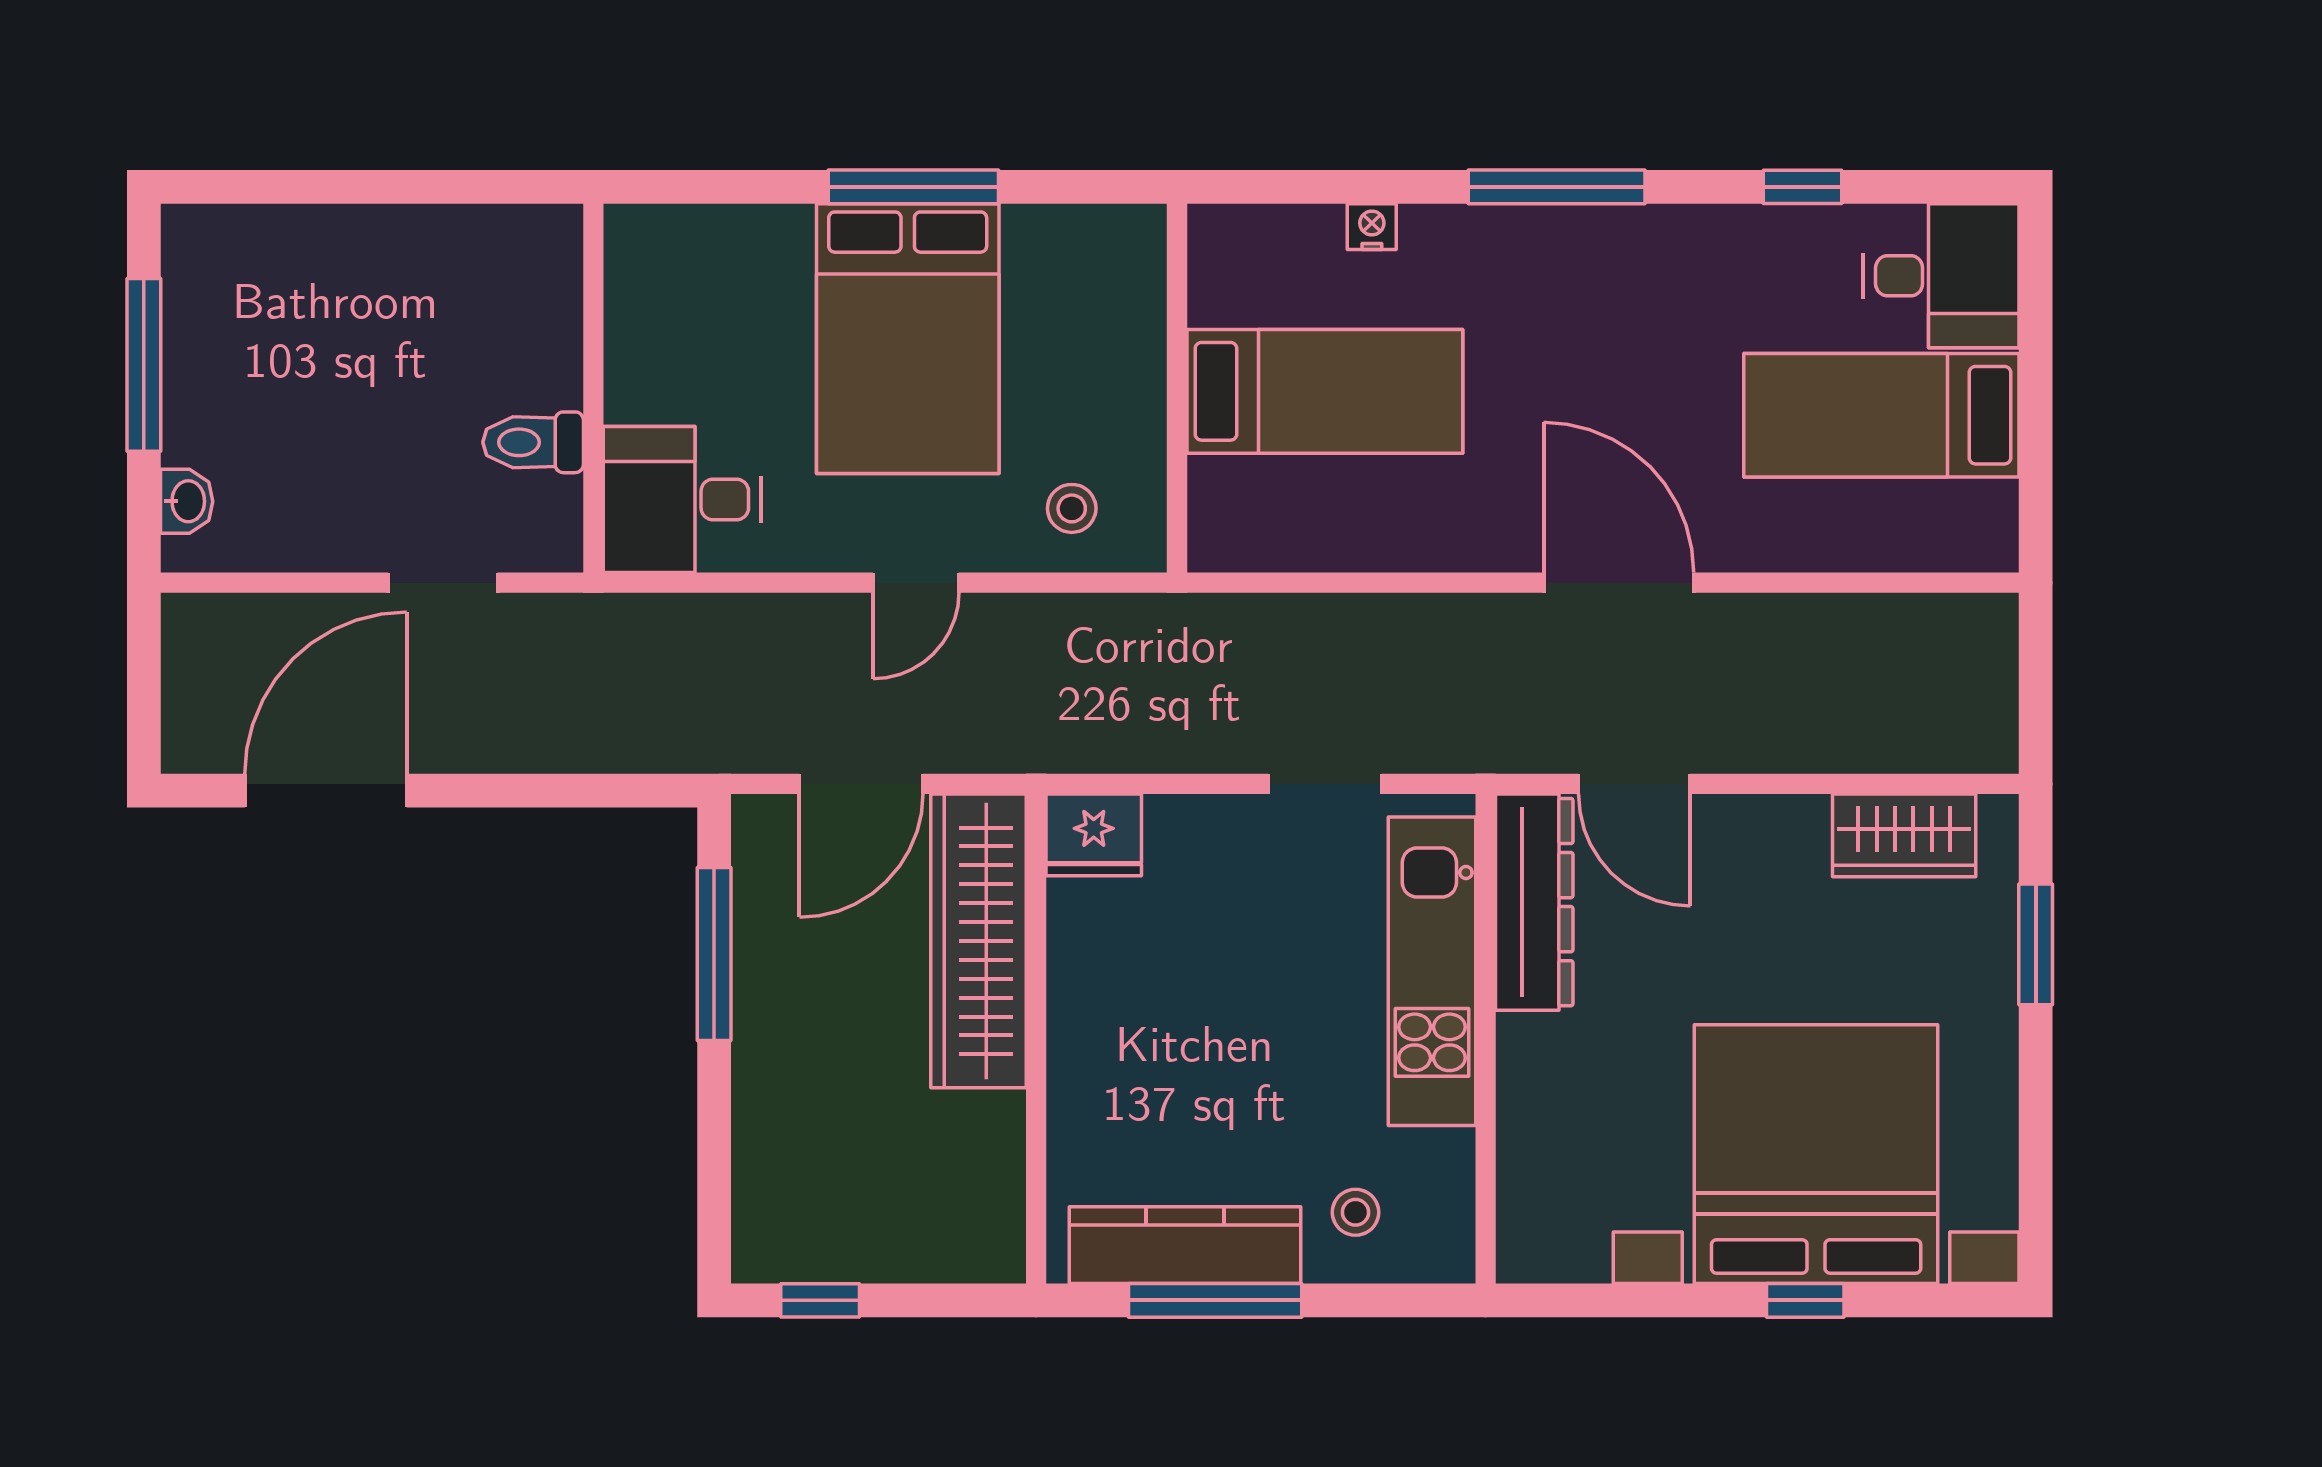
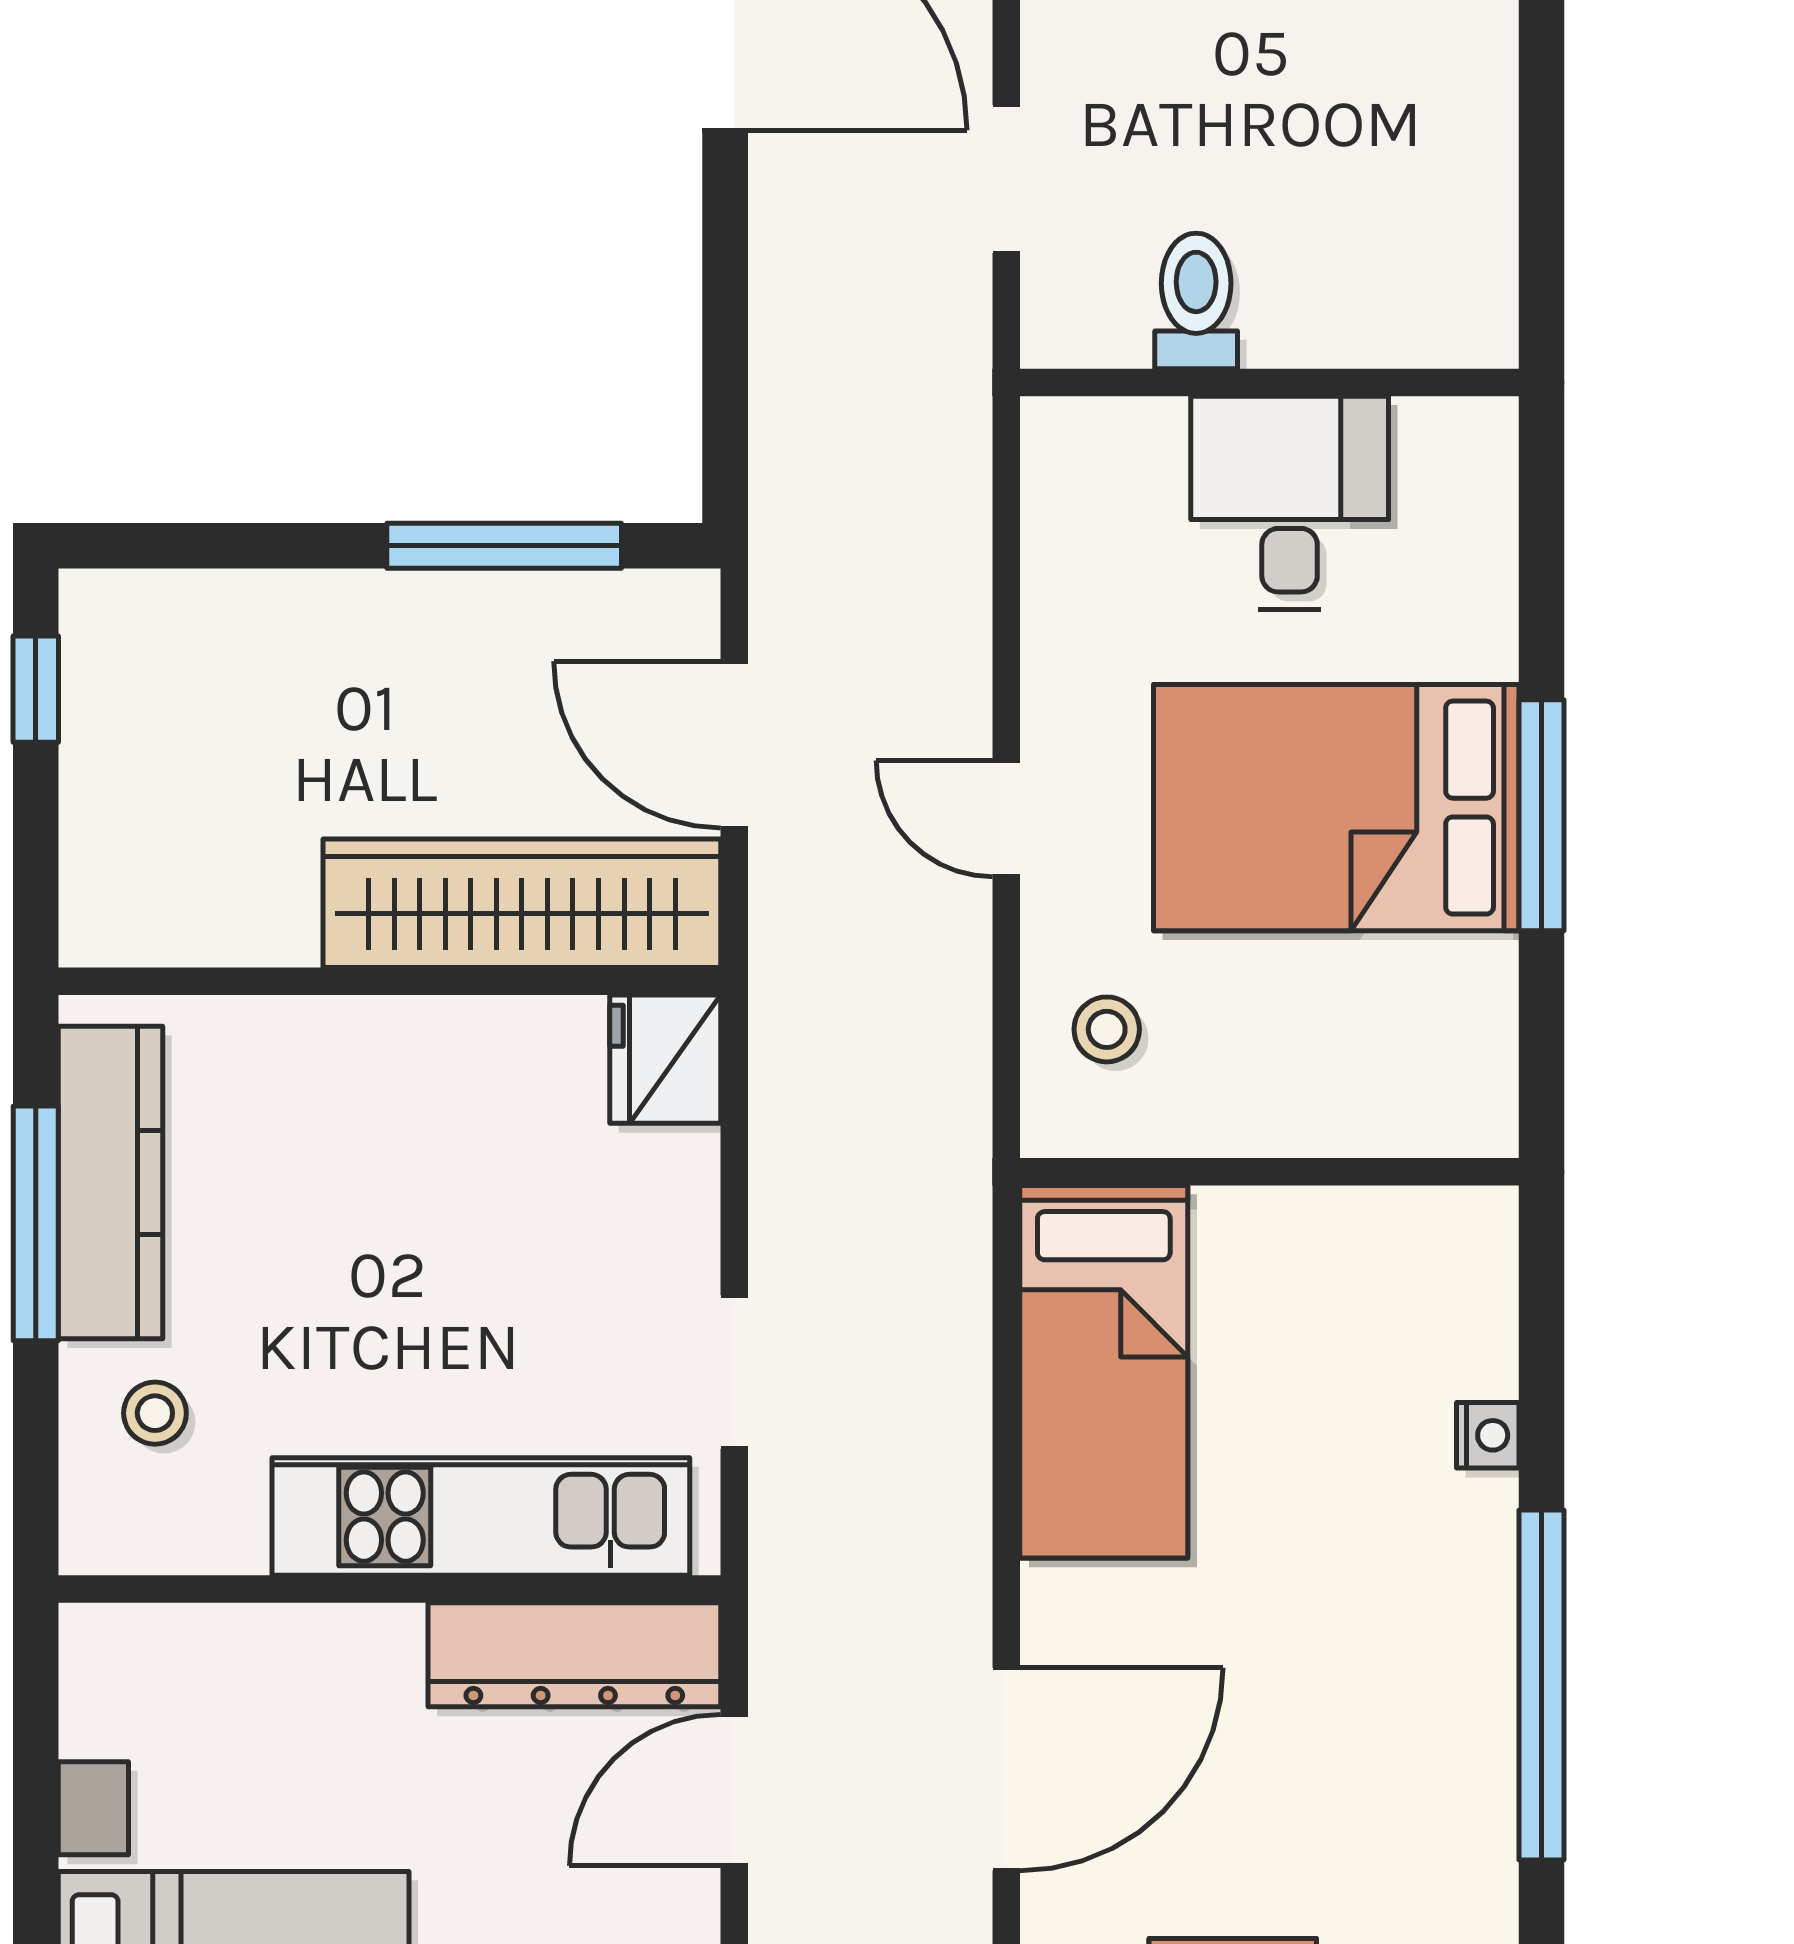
window: (1557, 187) -> (1542, 1685), width x1.46
bed: (1325, 391) -> (1104, 1372), moved
desk: (682, 500) -> (1290, 503), moved

